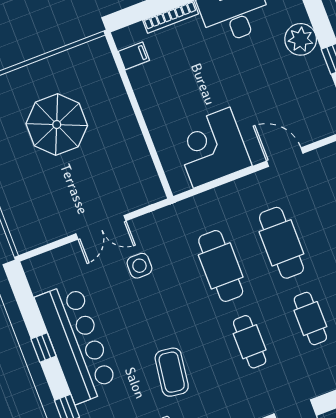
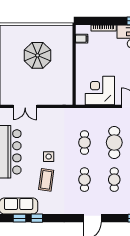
double door: (101, 227) -> (25, 106), moved
side table: (139, 266) -> (49, 157), moved
cafe table: (221, 266) -> (84, 143), width x0.73, depth x0.74

